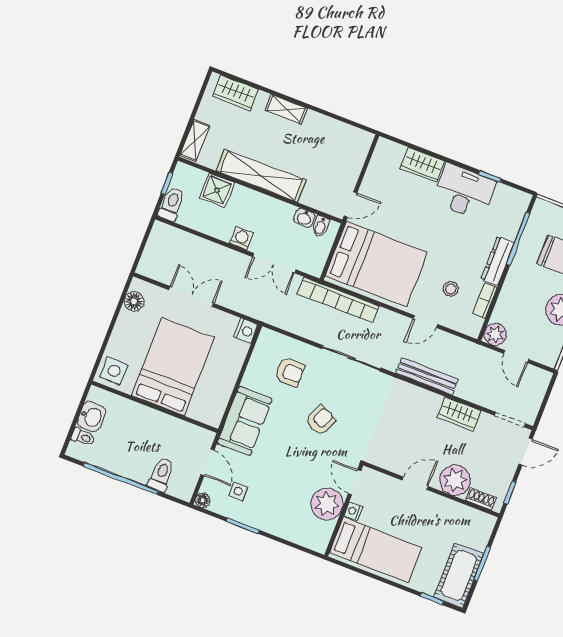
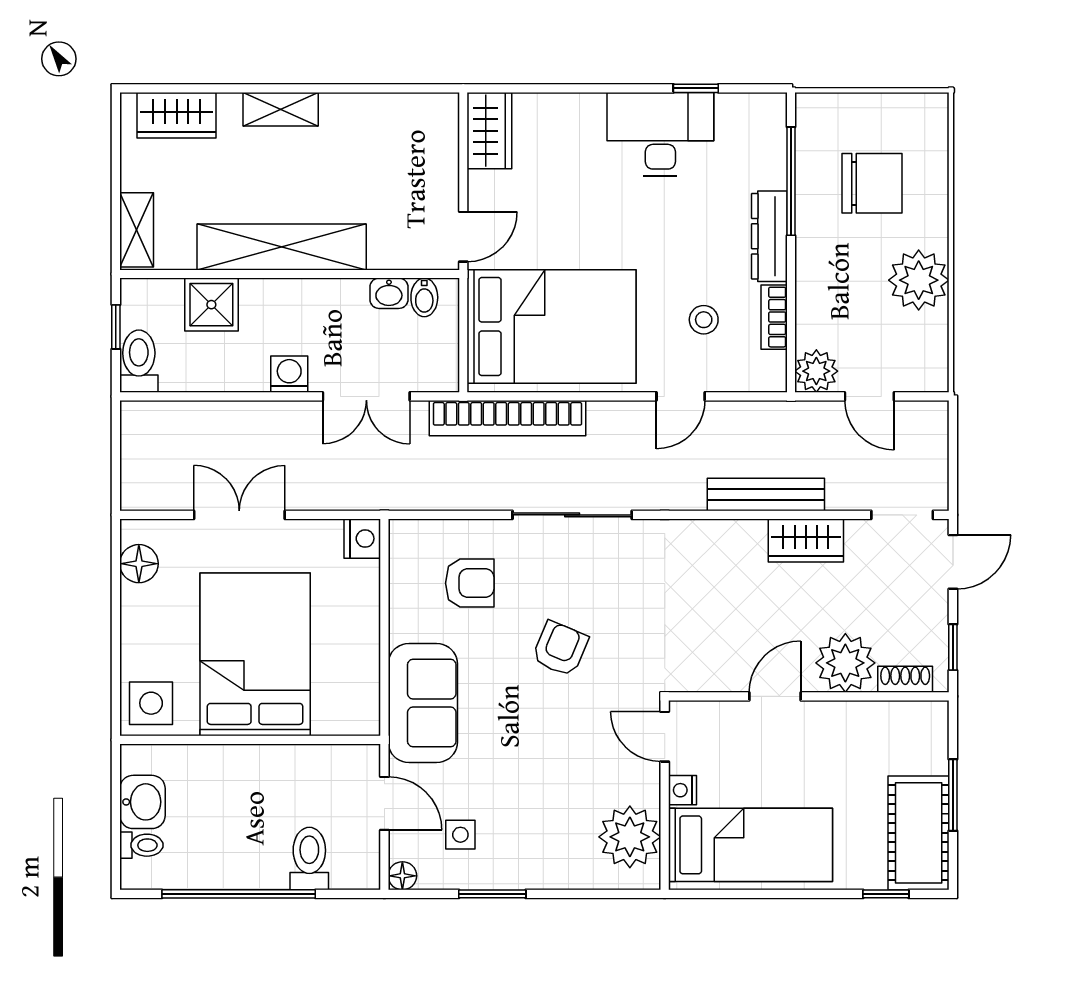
wardrobe: (422, 165) -> (489, 131), moved, turned -90
bench: (427, 376) -> (766, 494), moved
plant: (327, 504) -> (630, 837), moved

